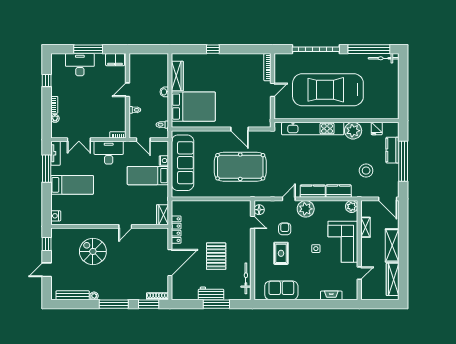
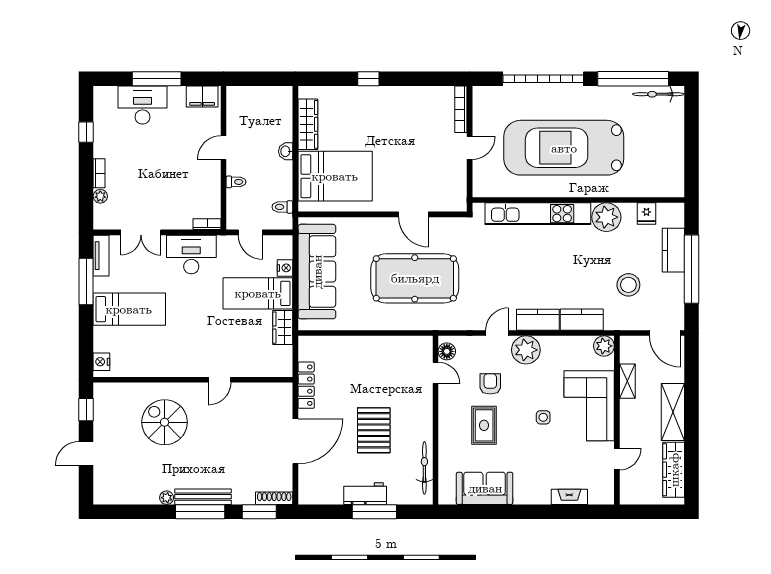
wardrobe: (162, 215) -> (283, 328), moved
bench: (73, 295) -> (203, 497), moved

